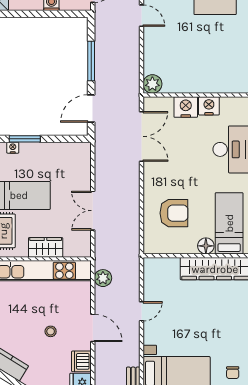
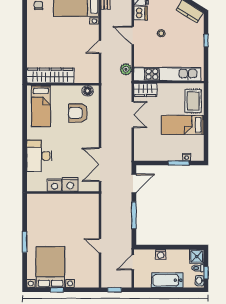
plant: (152, 84) -> (93, 200), removed
floor lamp: (206, 246) -> (88, 91), moved
wardrobe: (46, 247) -> (145, 90), moved

